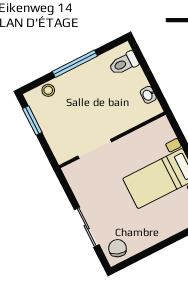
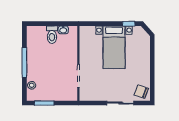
toilet: (124, 63) -> (52, 35), moved

